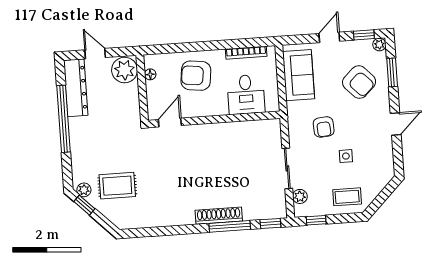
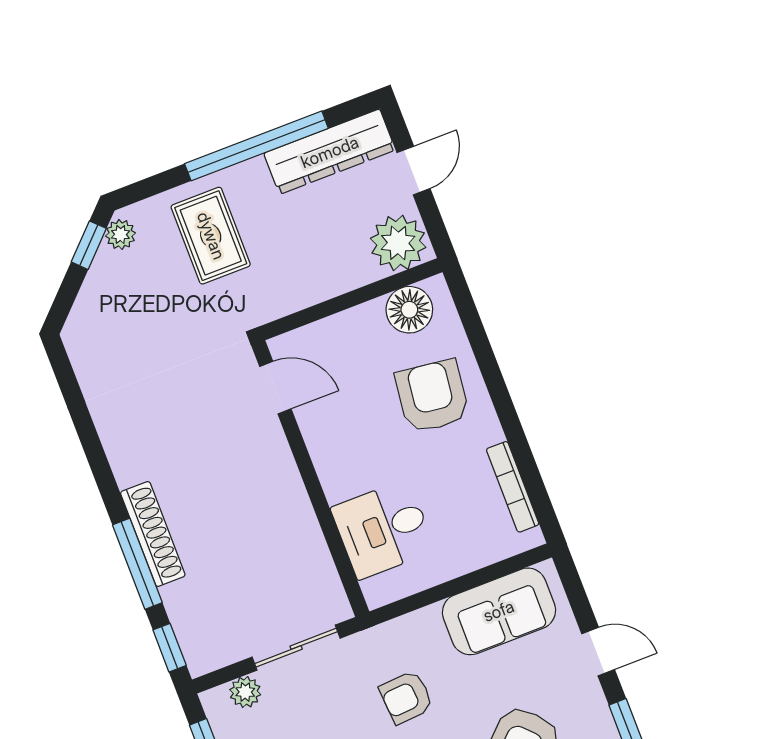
floor lamp: (150, 74) -> (409, 310), width x1.89, depth x1.89
desk: (246, 94) -> (383, 529), moved
wall: (214, 119) -> (310, 479), moved
door: (170, 122) -> (275, 388), moved
rug: (117, 186) -> (211, 236), moved

